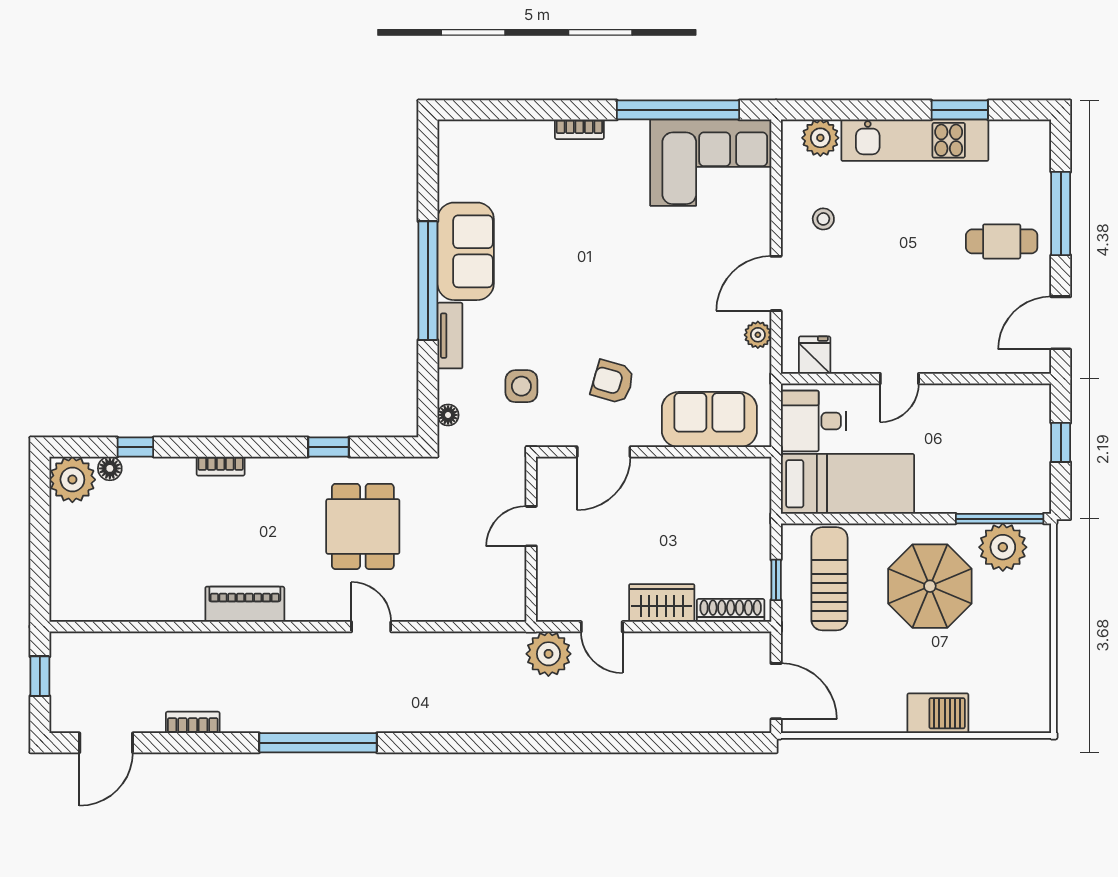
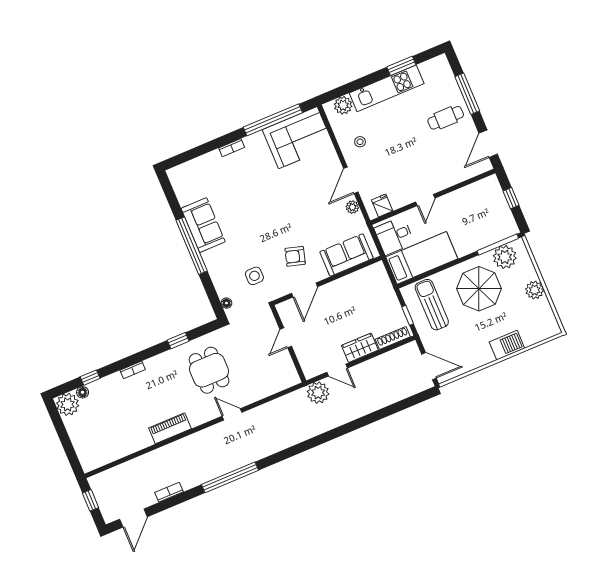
tv unit: (450, 336) -> (212, 266), removed
plant: (1033, 632) -> (535, 290), added

